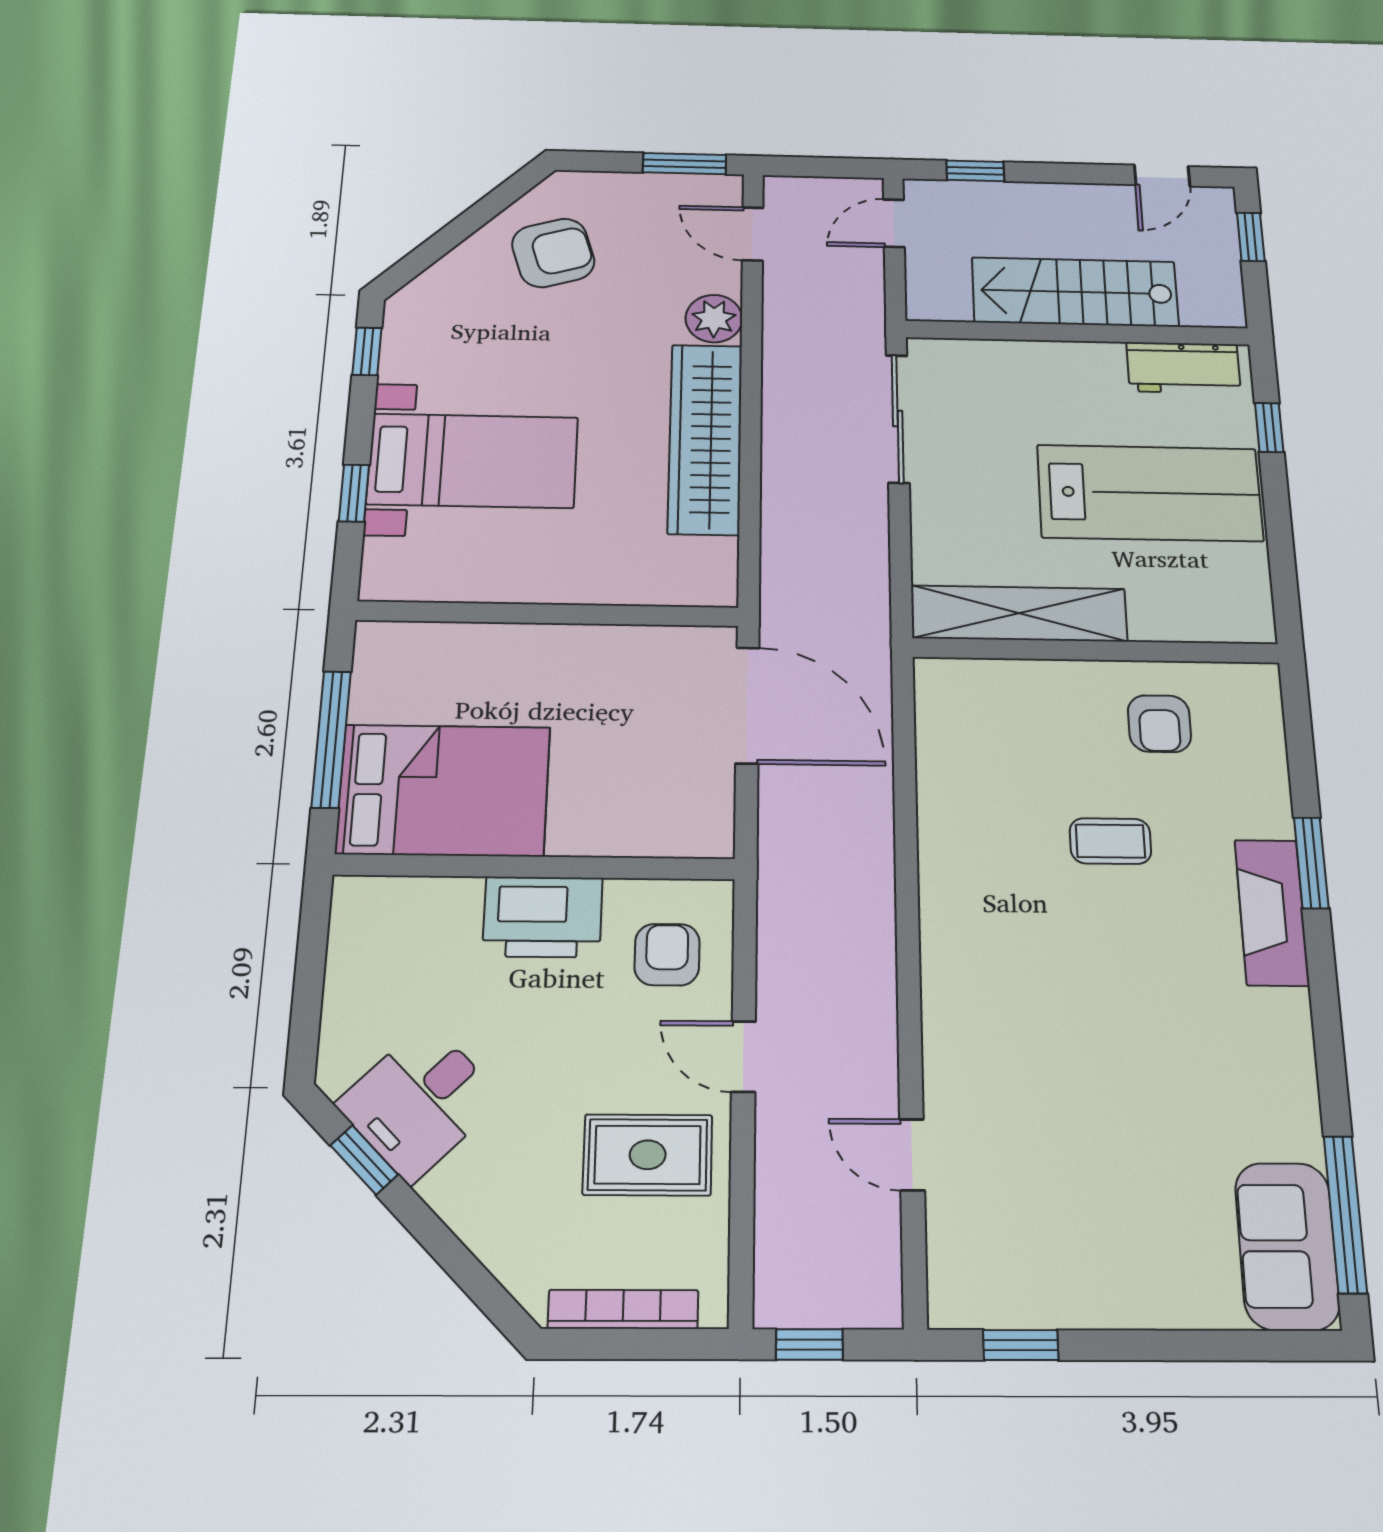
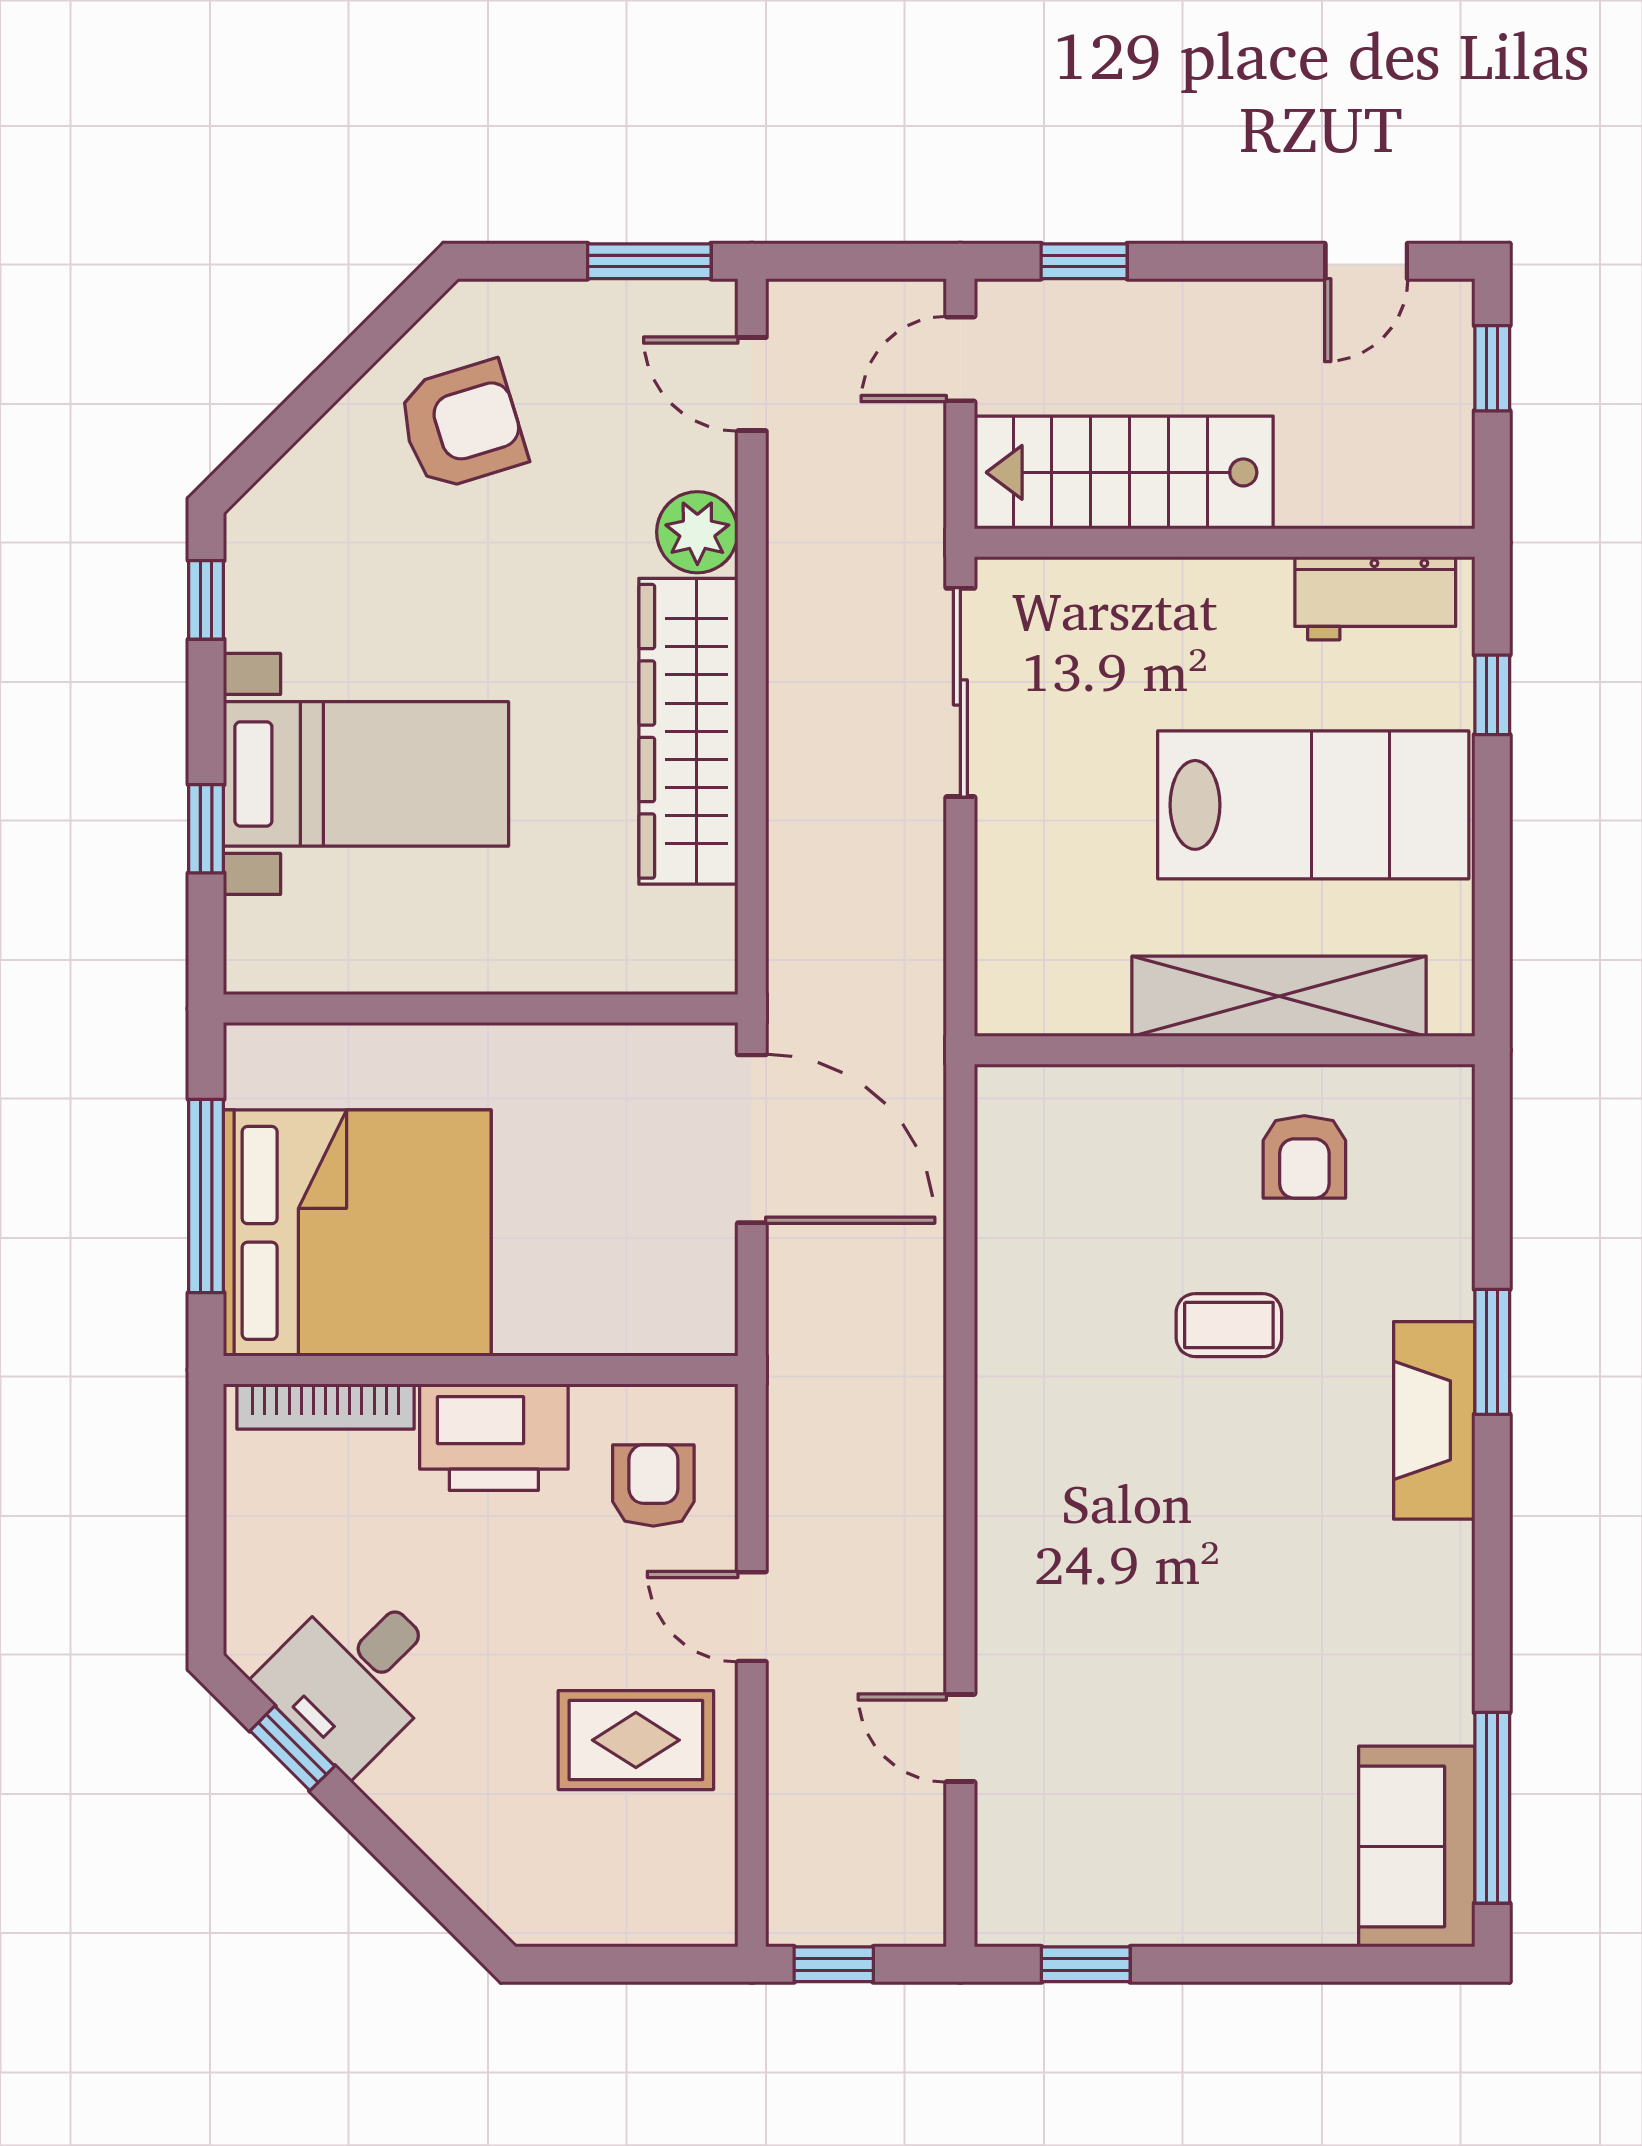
stairs: (1075, 292) -> (1124, 472), moved
shelving: (1019, 613) -> (1279, 996), moved
bed: (444, 790) -> (357, 1233), width x1.36
bookcase: (623, 1309) -> (326, 1407), moved, turned 180

